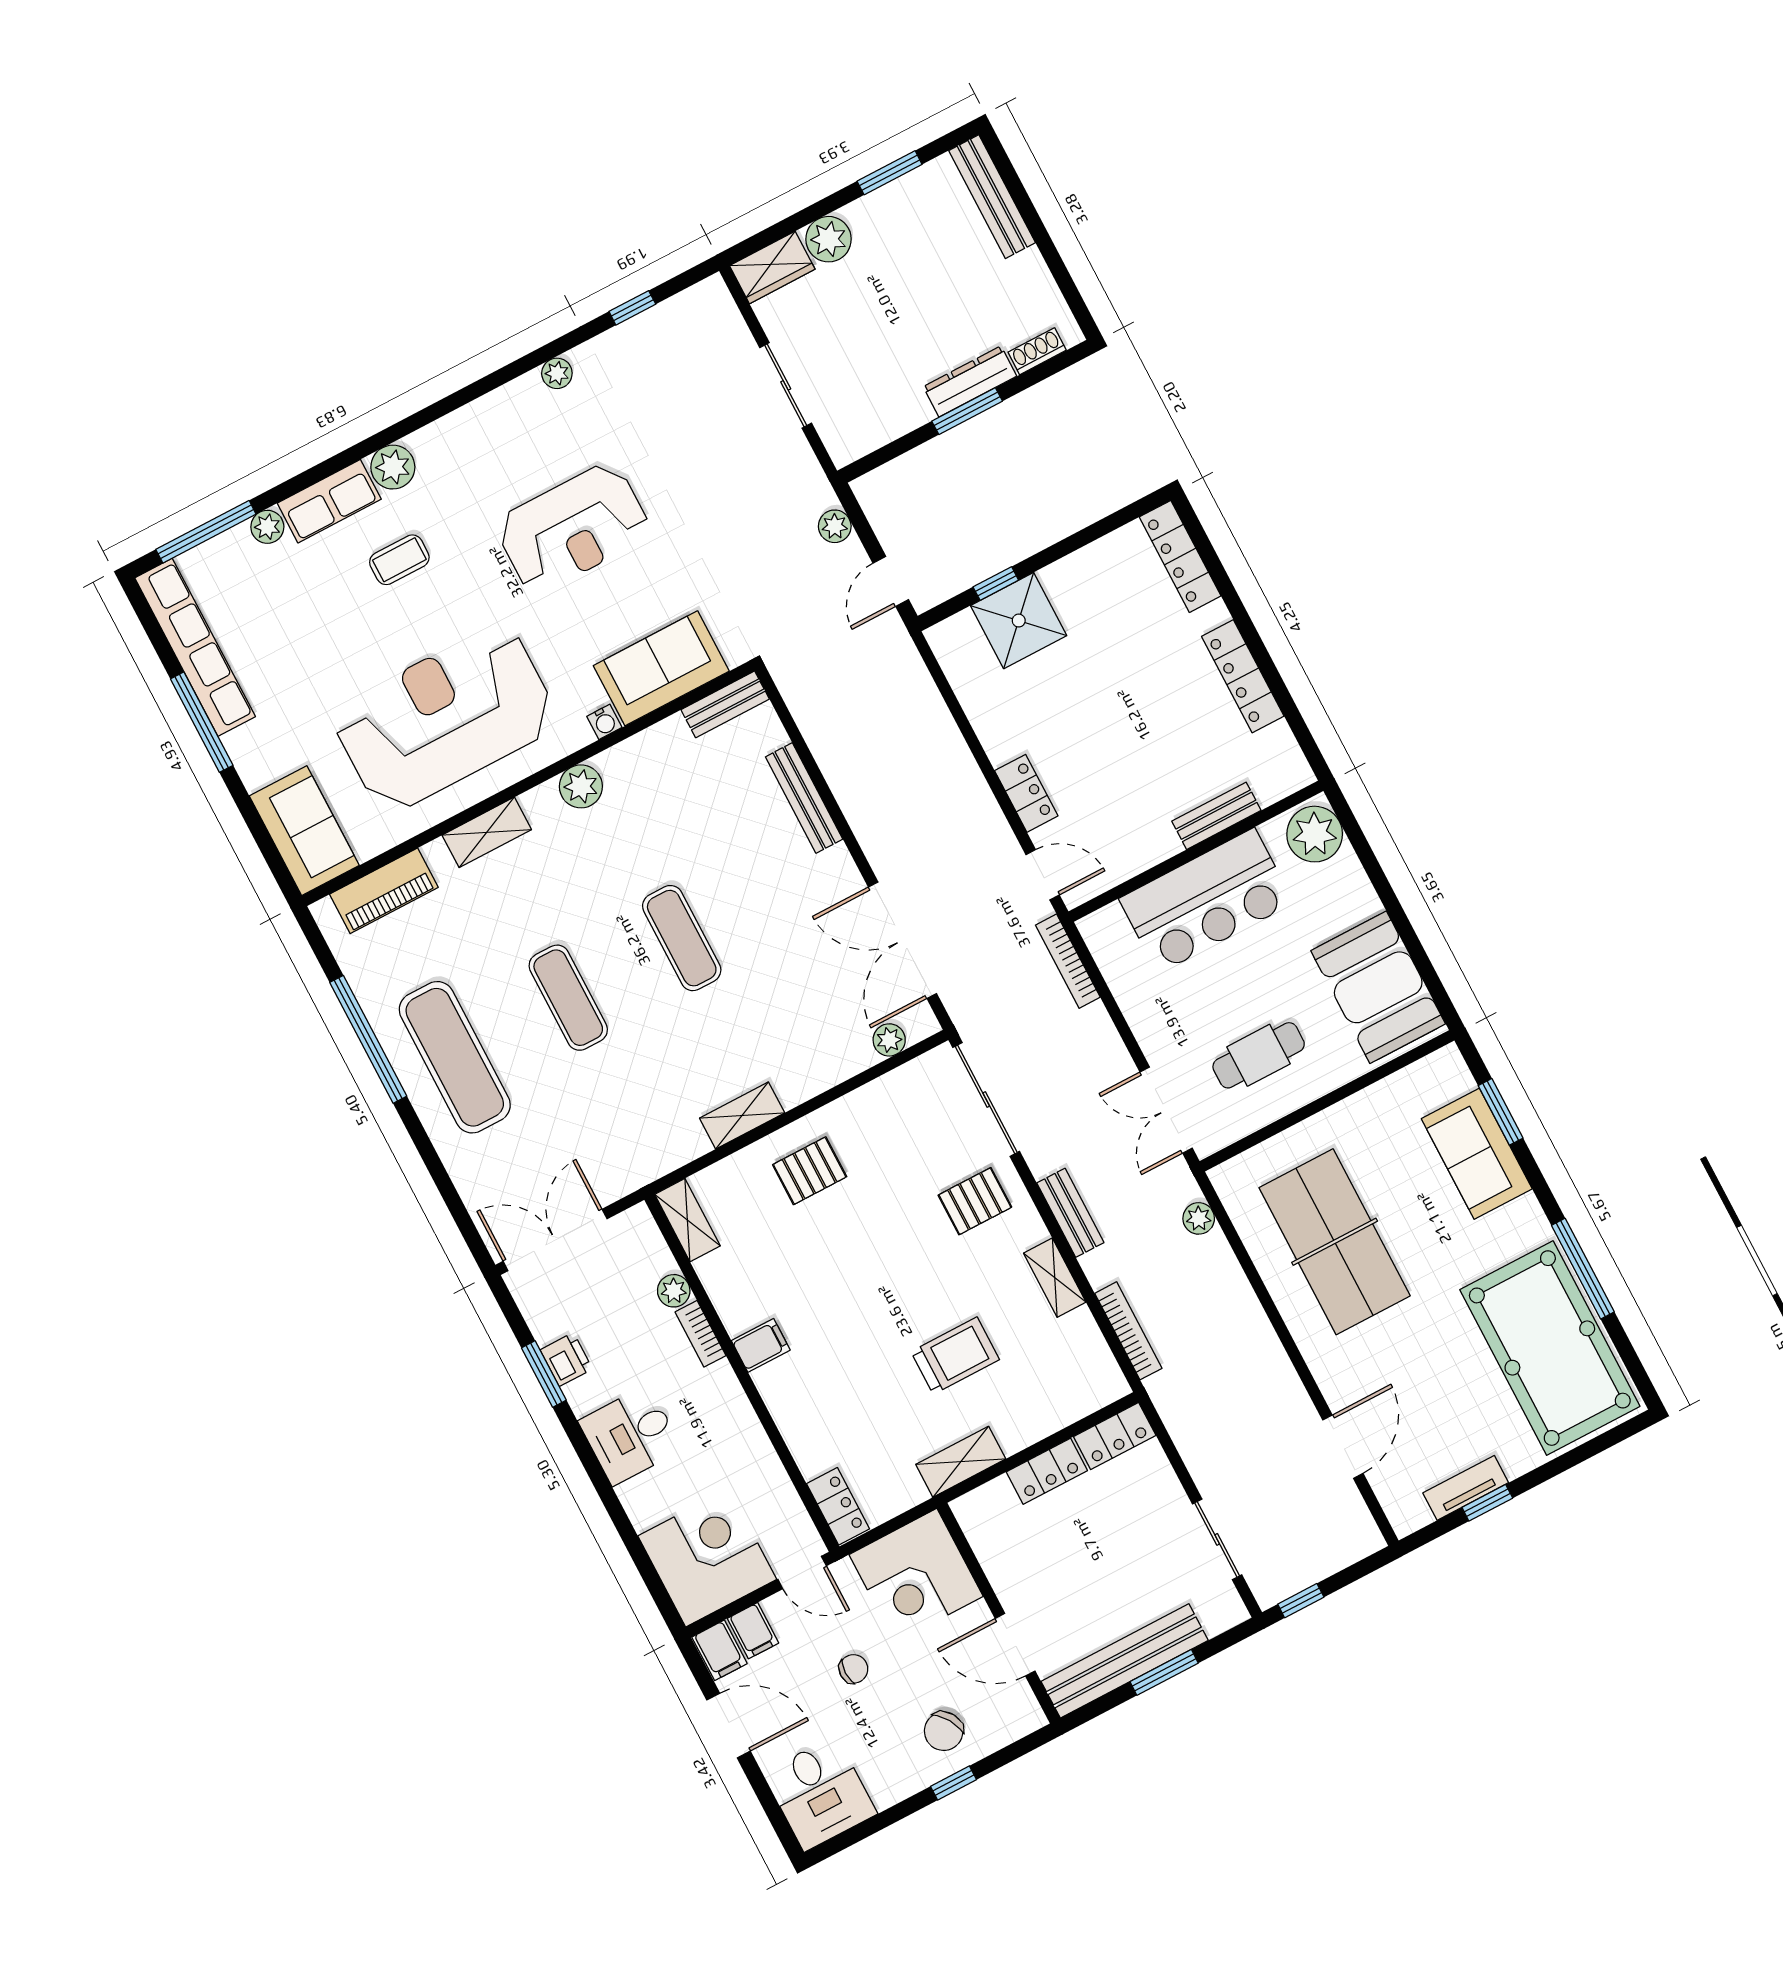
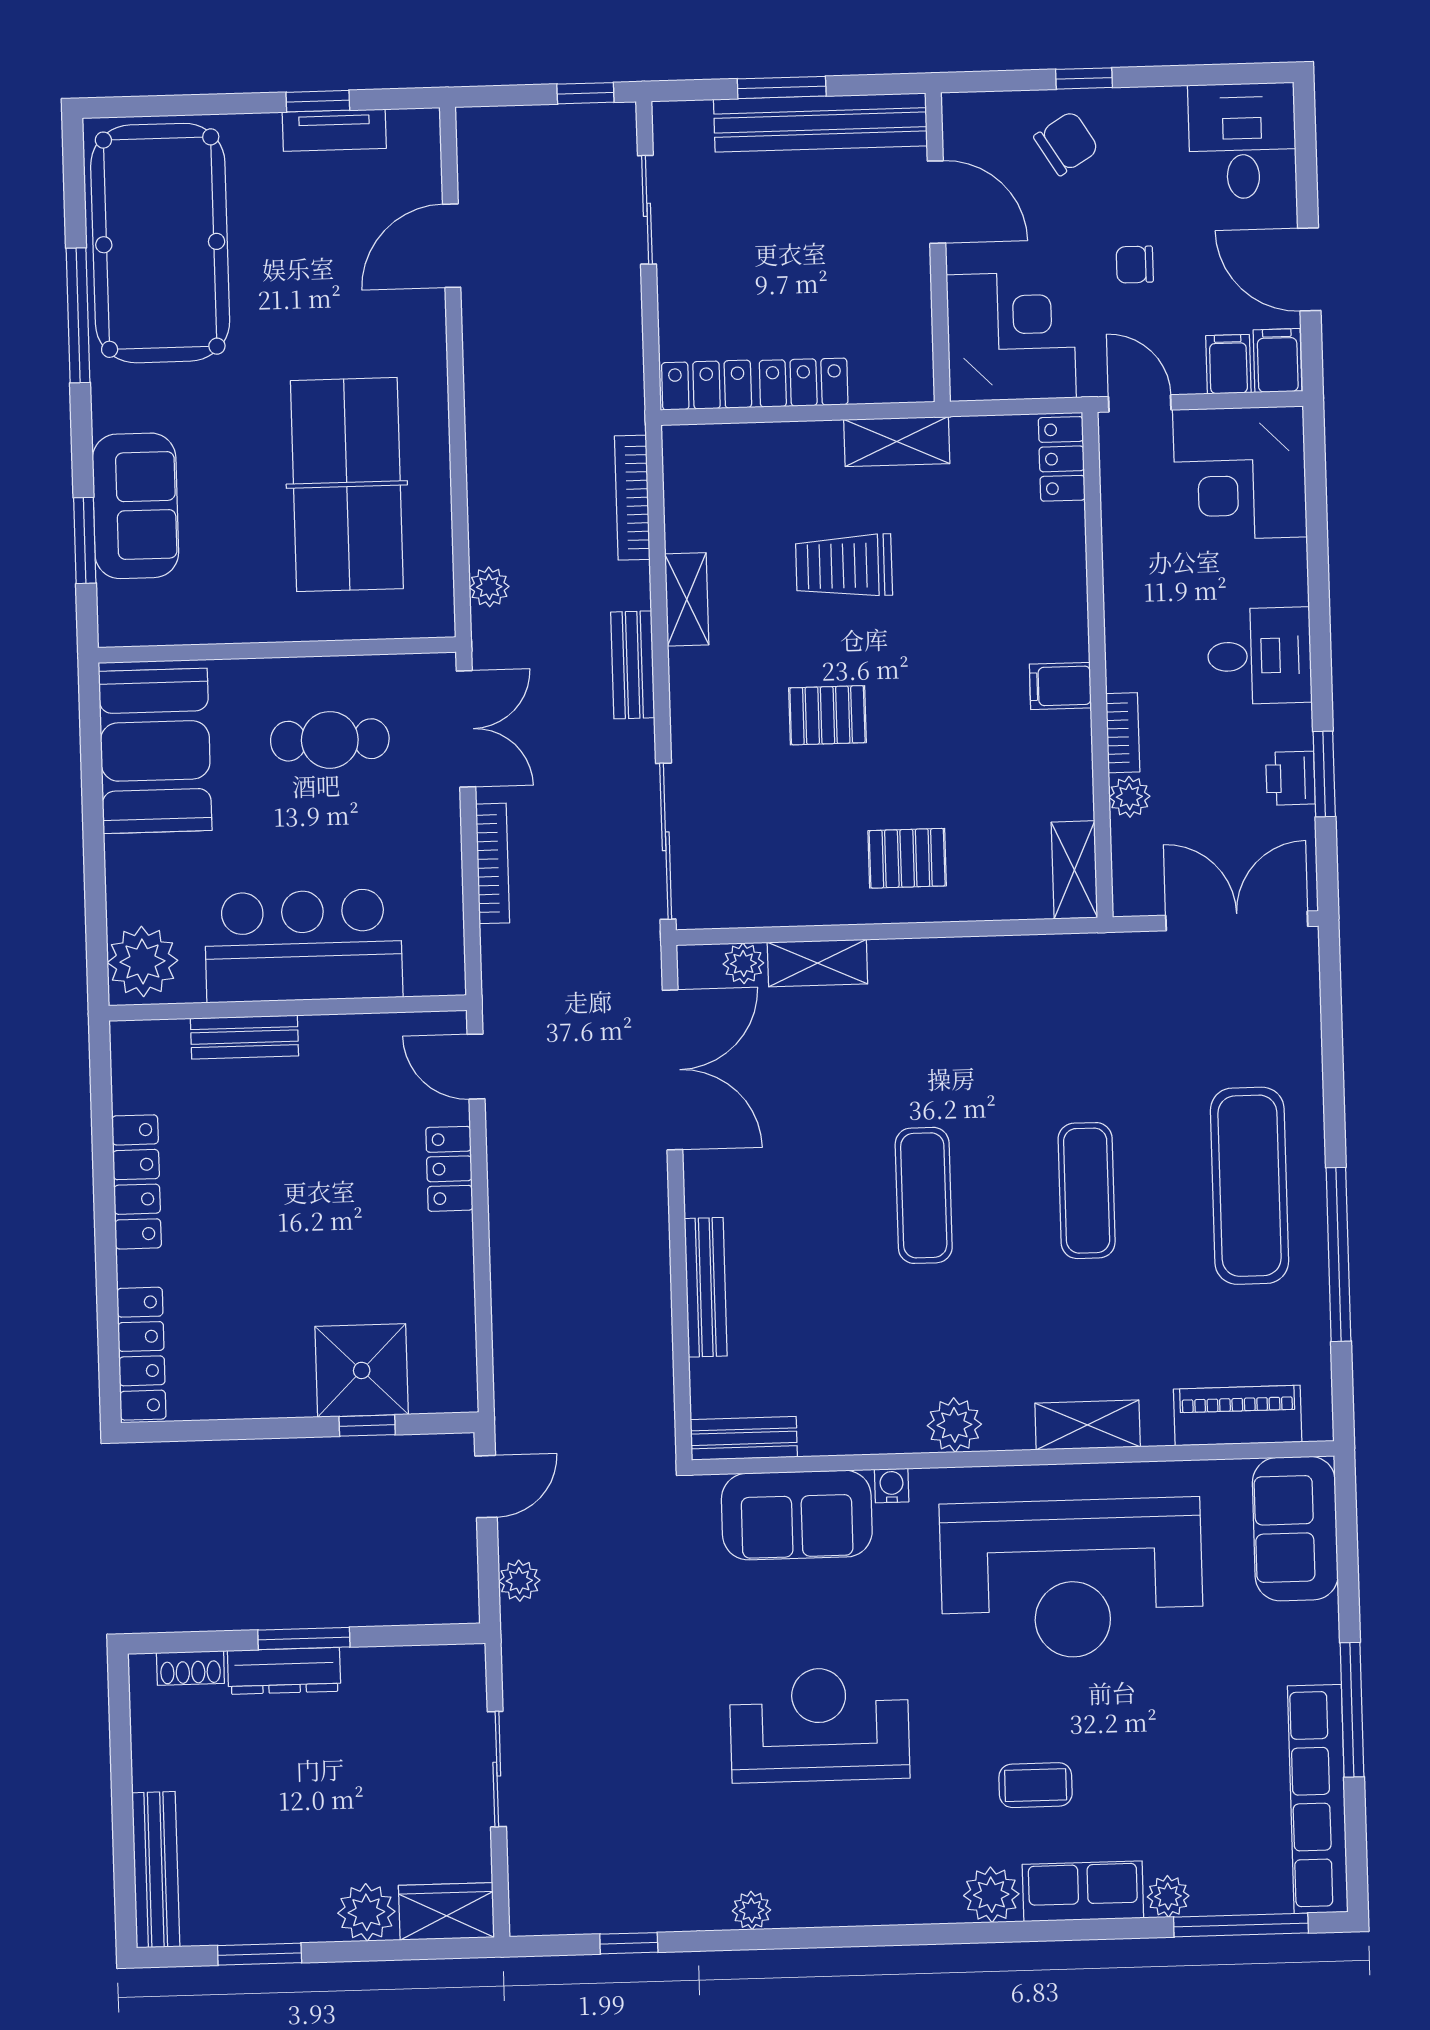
bookcase: (1068, 961) -> (493, 863), moved
shelving: (742, 1115) -> (817, 963), moved
pallet: (975, 1201) -> (827, 715), moved
double door: (555, 1240) -> (1237, 921), swing flipped

